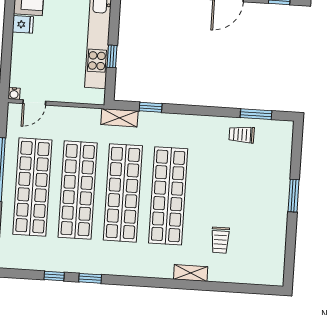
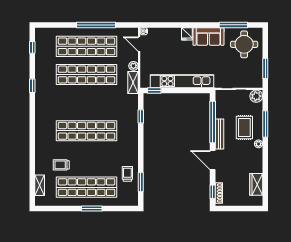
window: (112, 56) -> (154, 90), moved
plant: (69, 114) -> (133, 66), added
shelving: (119, 118) -> (133, 82), moved
shop shelf: (123, 193) -> (87, 187), moved
shelving: (191, 273) -> (40, 185), moved
window: (54, 276) -> (32, 47), moved

